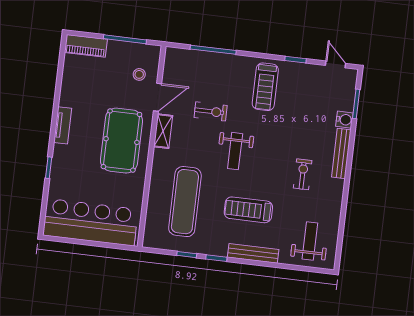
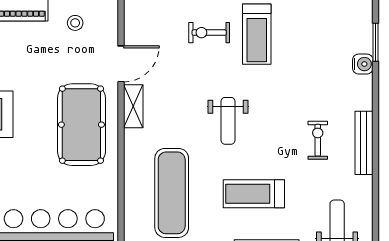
stool: (139, 74) -> (75, 23), moved
exercise bike: (211, 111) -> (209, 33), moved, turned 180
bench: (341, 153) -> (364, 143), moved

